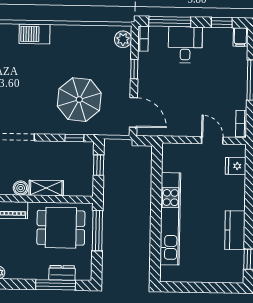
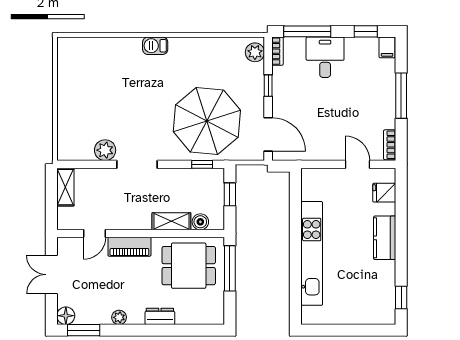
barbecue: (34, 34) -> (155, 46), width x0.73, depth x0.79
parasol: (79, 100) -> (207, 121), width x1.36, depth x1.36
boiler: (21, 188) -> (200, 222), moved
kitchen counter: (235, 230) -> (385, 238), moved
dresser: (62, 273) -> (160, 316), moved
window: (56, 285) -> (184, 330), removed

